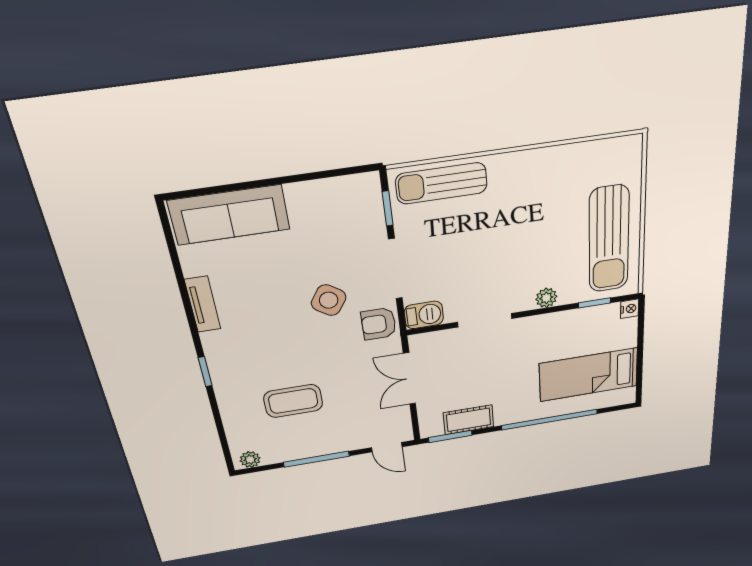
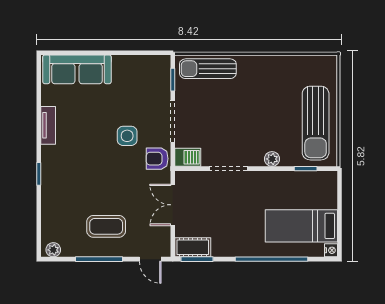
side table: (329, 300) -> (127, 136), turned -34
nightstand: (630, 309) -> (331, 250), moved
coffee table: (293, 401) -> (106, 226), moved
cot: (468, 420) -> (193, 247), moved

